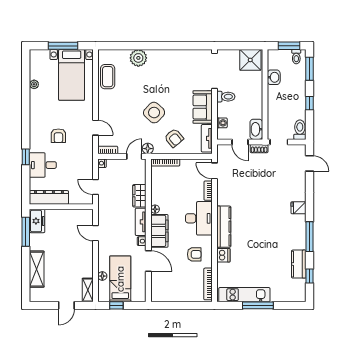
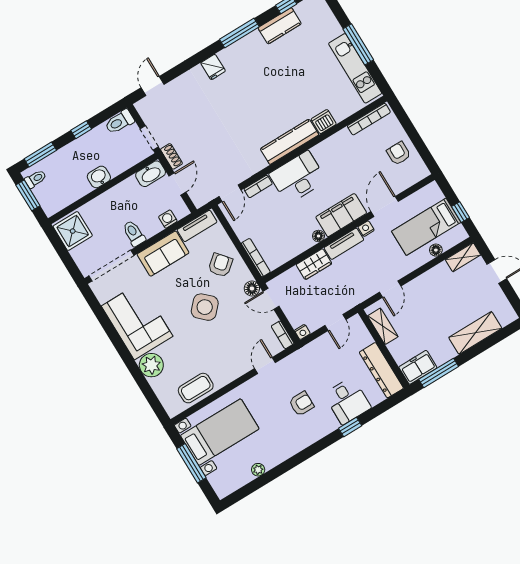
corner sofa: (171, 66) -> (137, 321), added
washbasin: (274, 77) -> (99, 177), moved
shelving: (75, 215) -> (383, 326), added
armchair: (194, 254) -> (399, 153), moved

